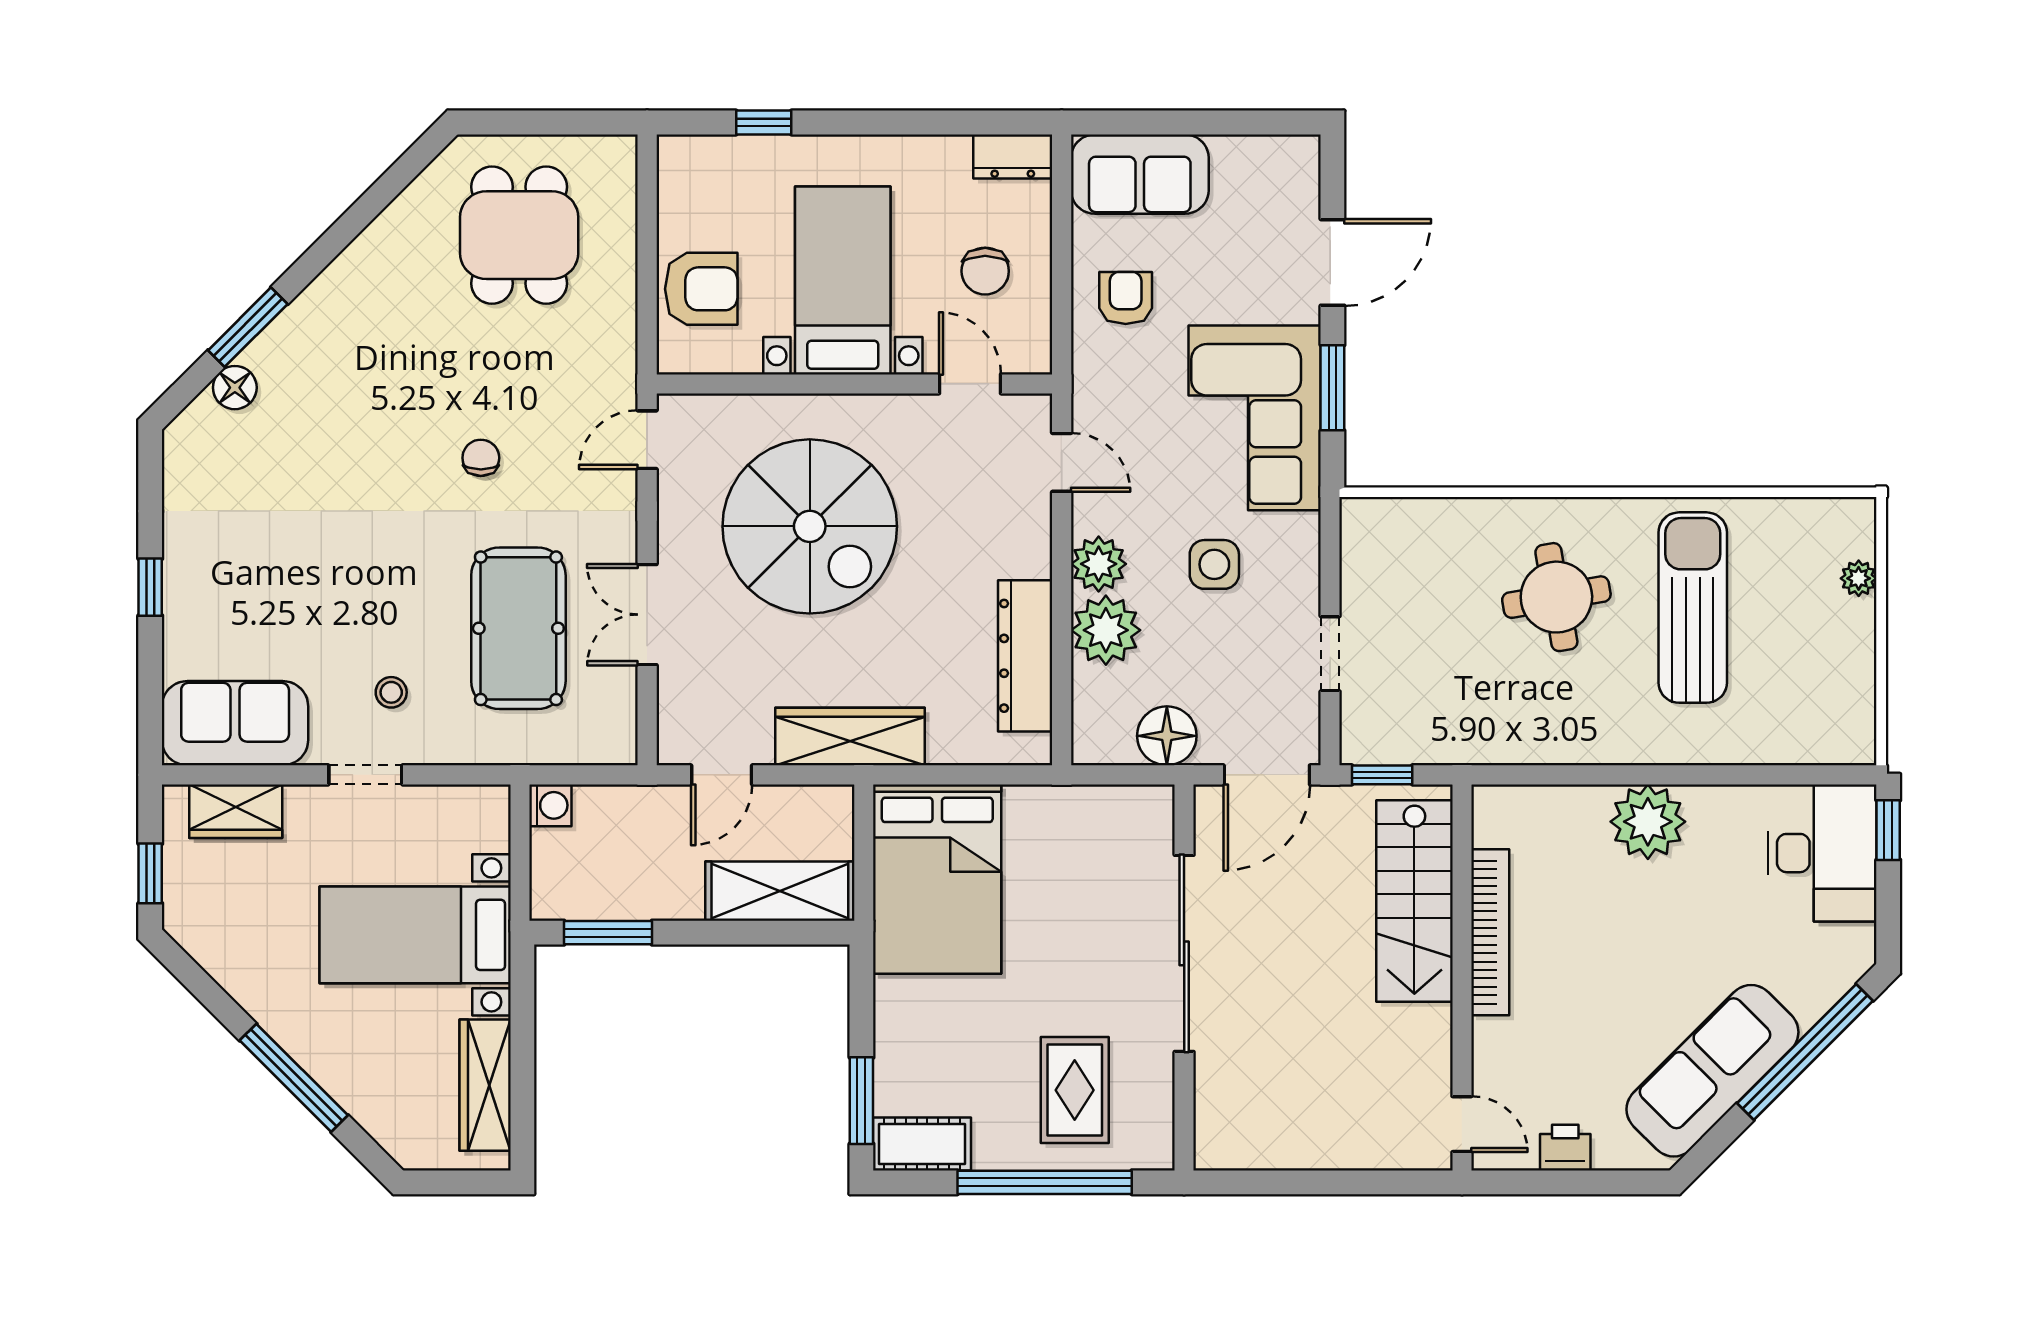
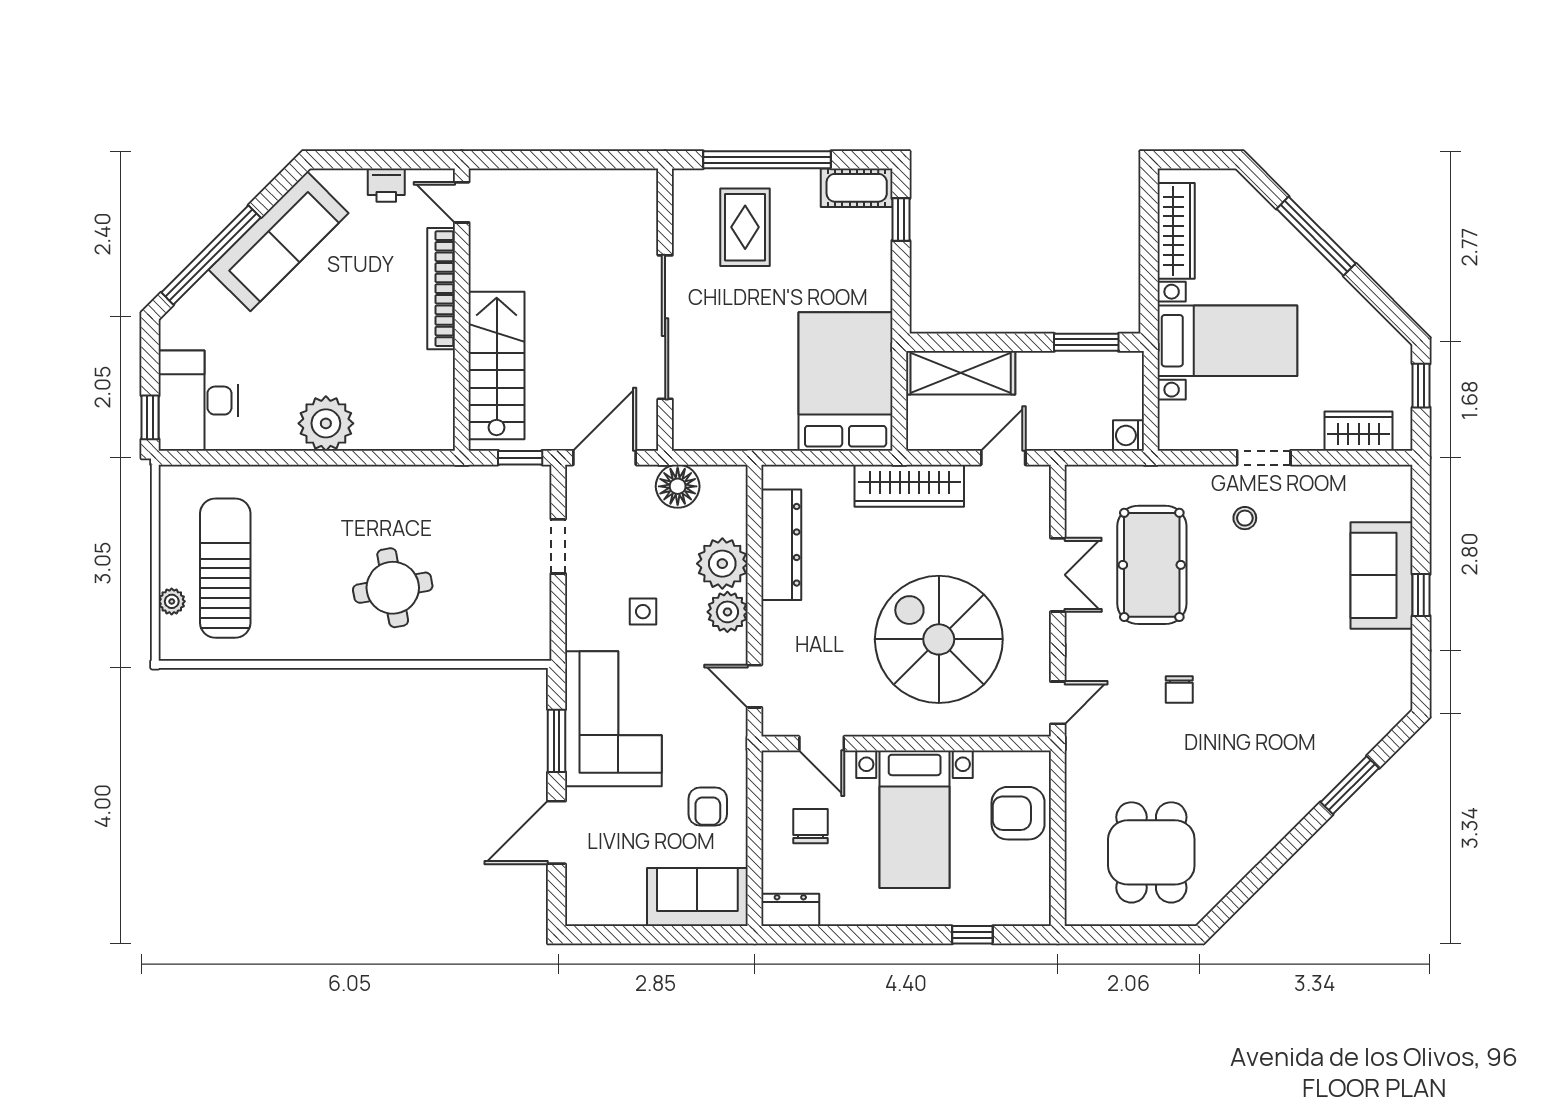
floor lamp: (235, 388) -> (1359, 741), removed
side table: (1214, 564) -> (643, 612), width x0.73, depth x0.73
sun lounger: (1693, 608) -> (225, 568), moved, turned 180
sofa: (235, 723) -> (1382, 575), moved, turned 90
bookcase: (1490, 932) -> (441, 289), moved
window: (861, 1101) -> (901, 219), width x0.67

